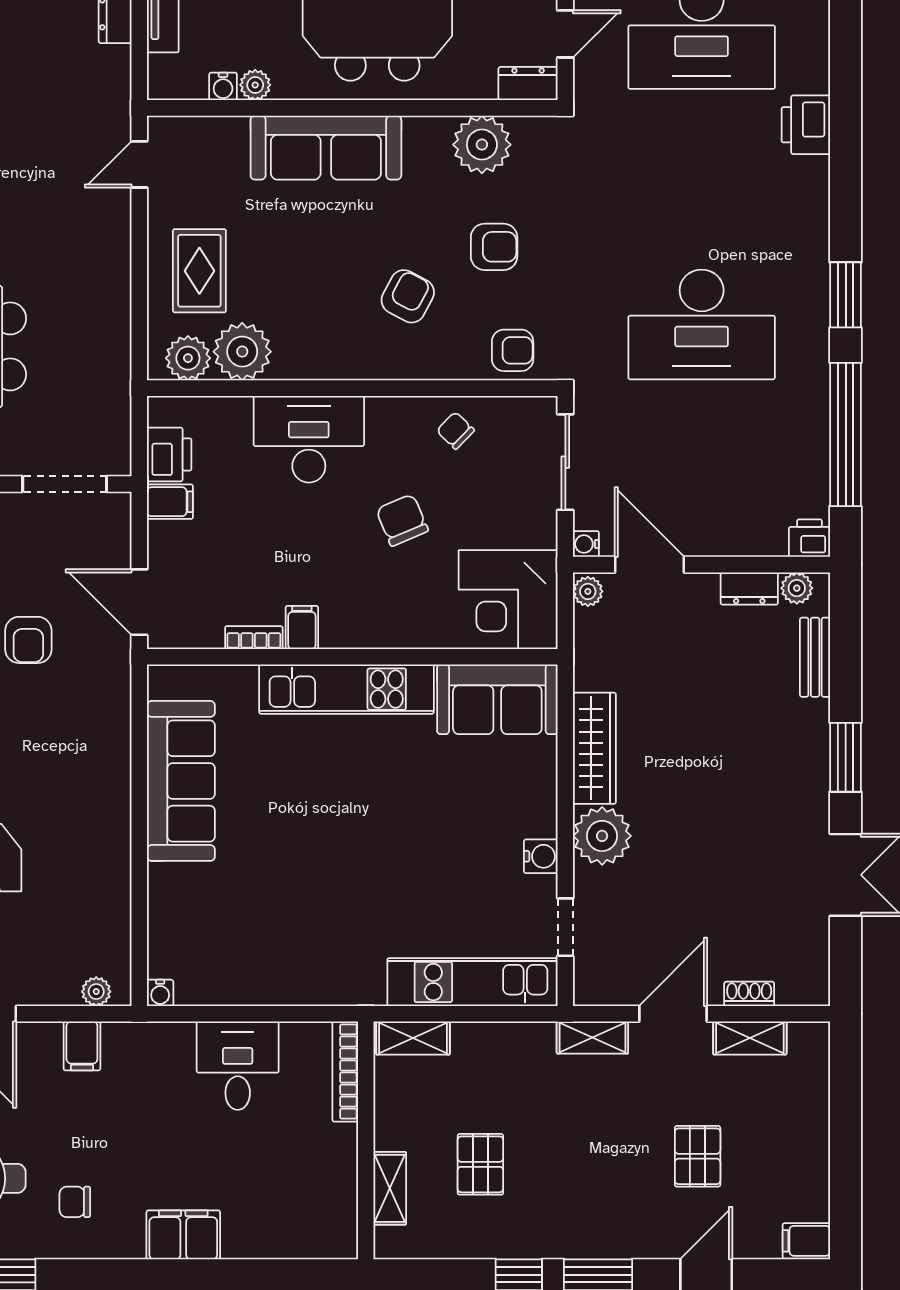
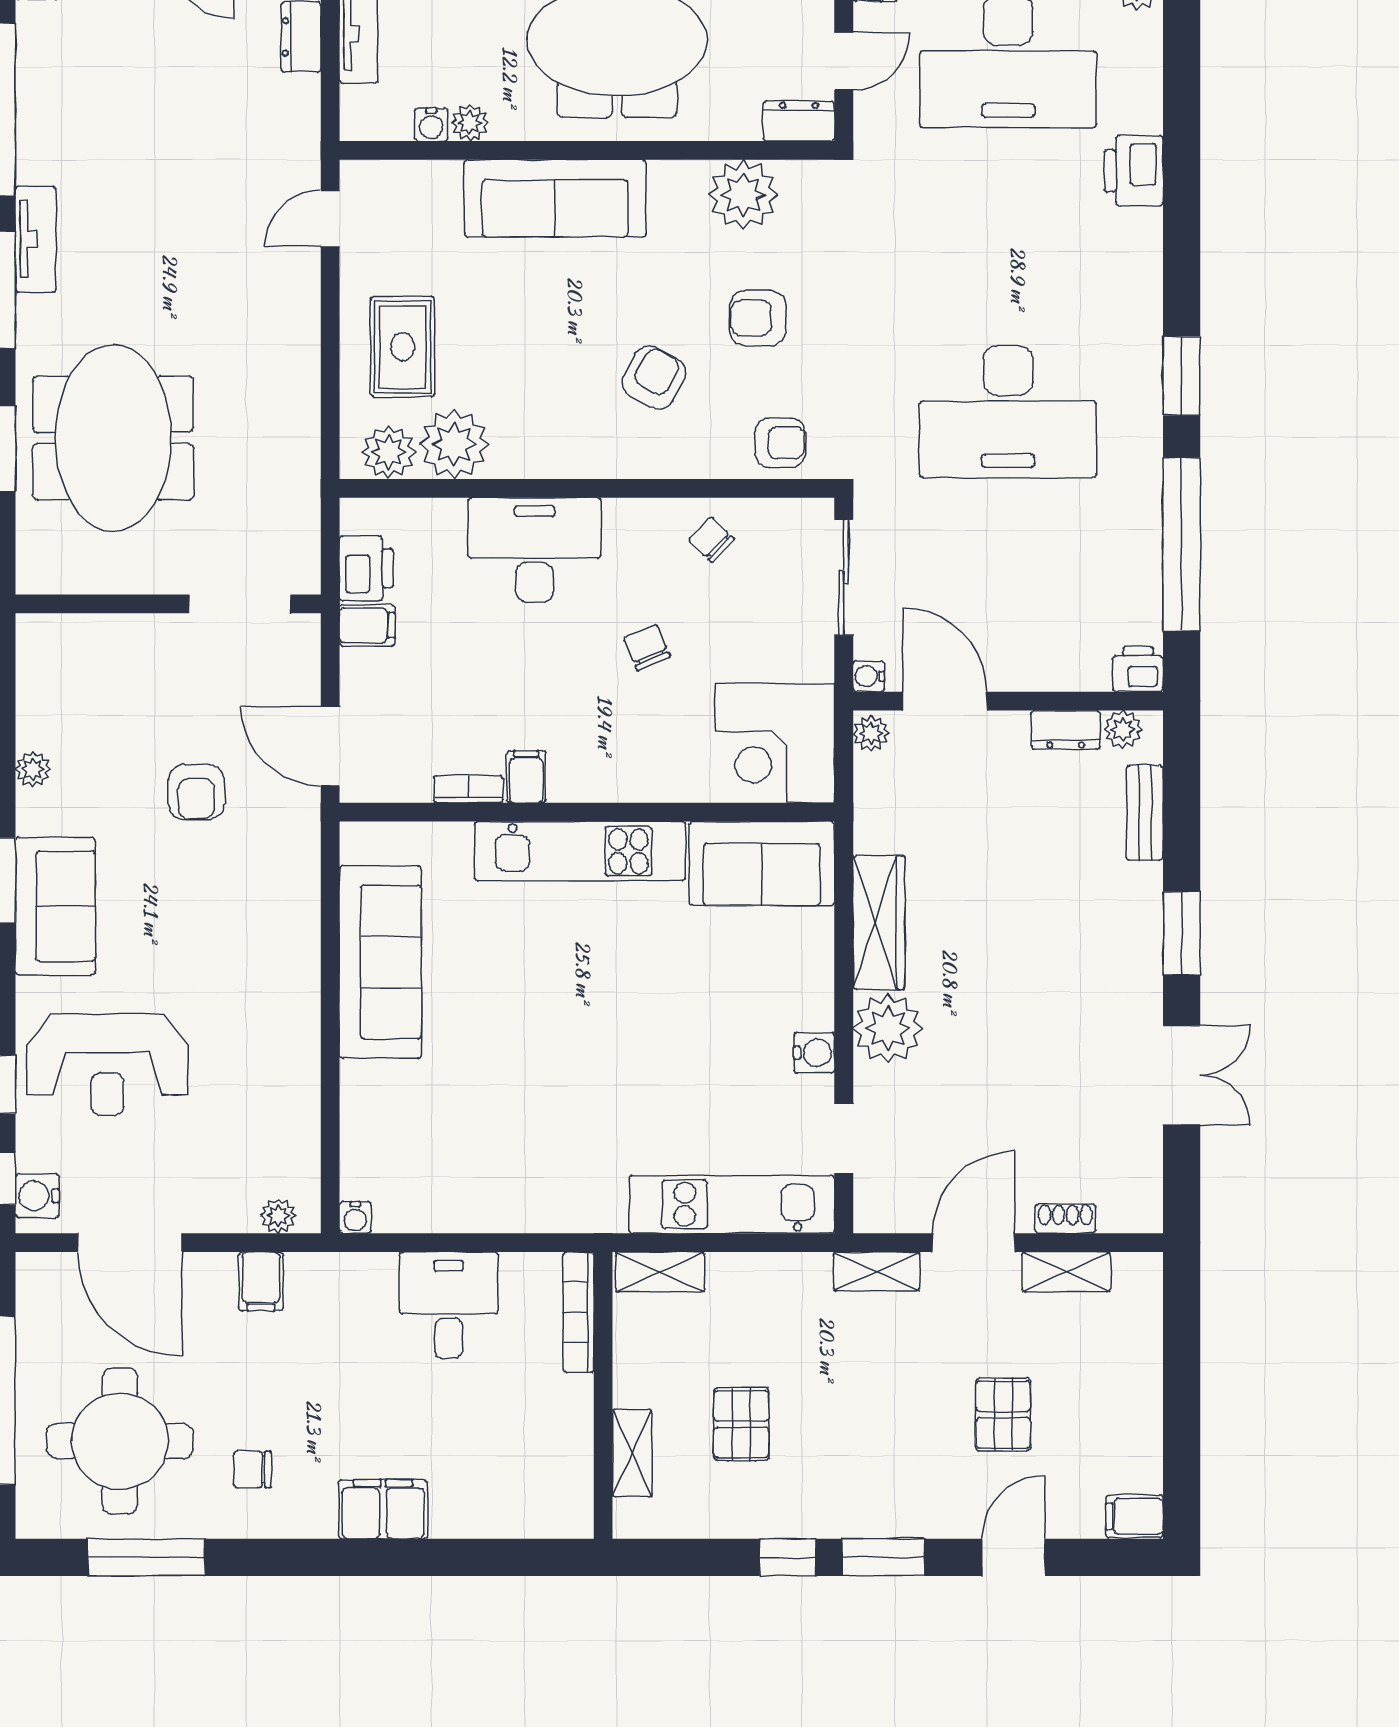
armchair: (494, 247) -> (758, 318), turned 180
chair: (402, 520) -> (647, 647), width x0.73, depth x0.73

